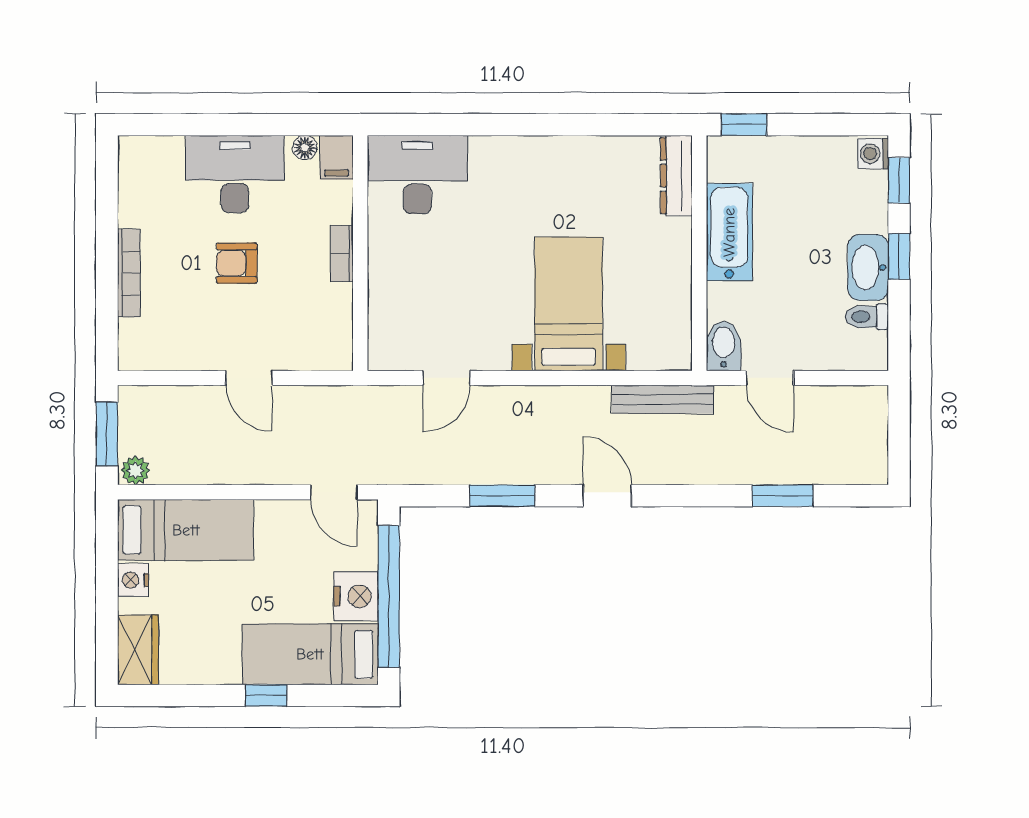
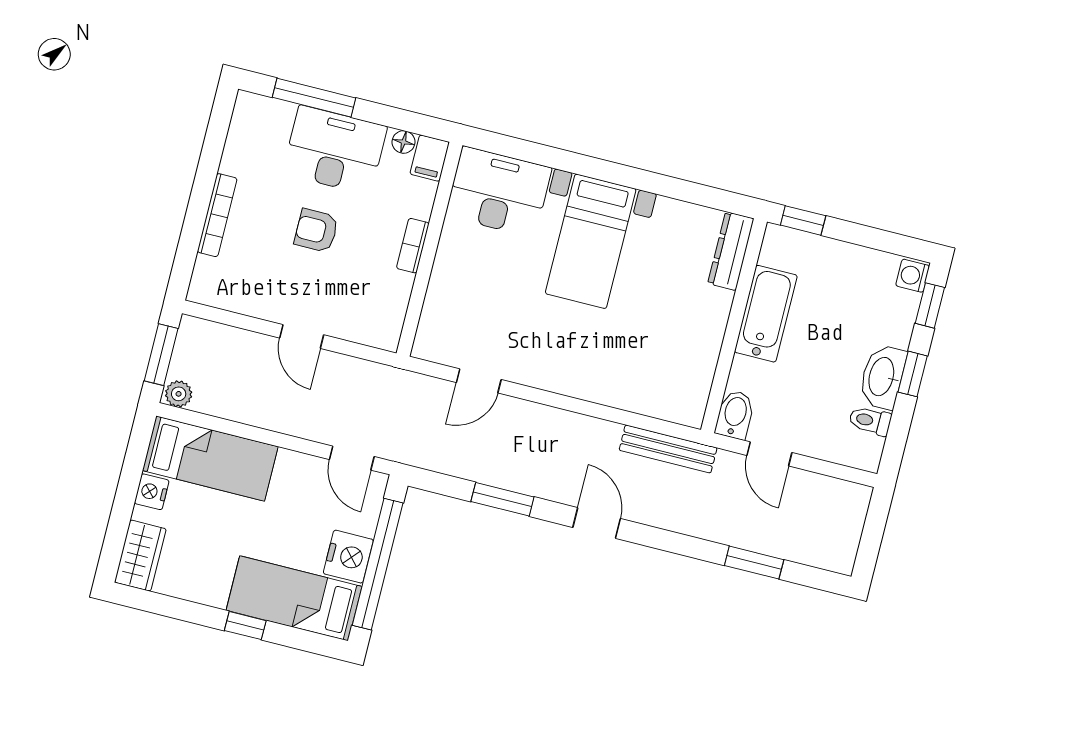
window: (199, 125) -> (314, 98), added
bed with nightstands: (569, 304) -> (591, 241), moved, turned 180

